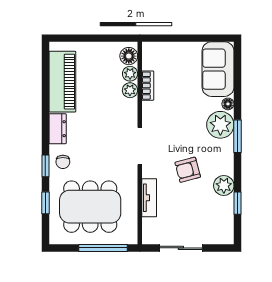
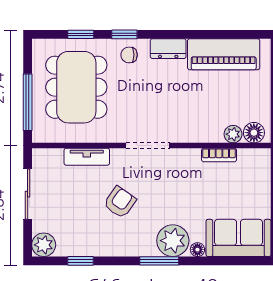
plant: (130, 90) -> (214, 134), removed
armchair: (188, 170) -> (120, 202), turned 50
plant: (224, 186) -> (44, 245), moved

